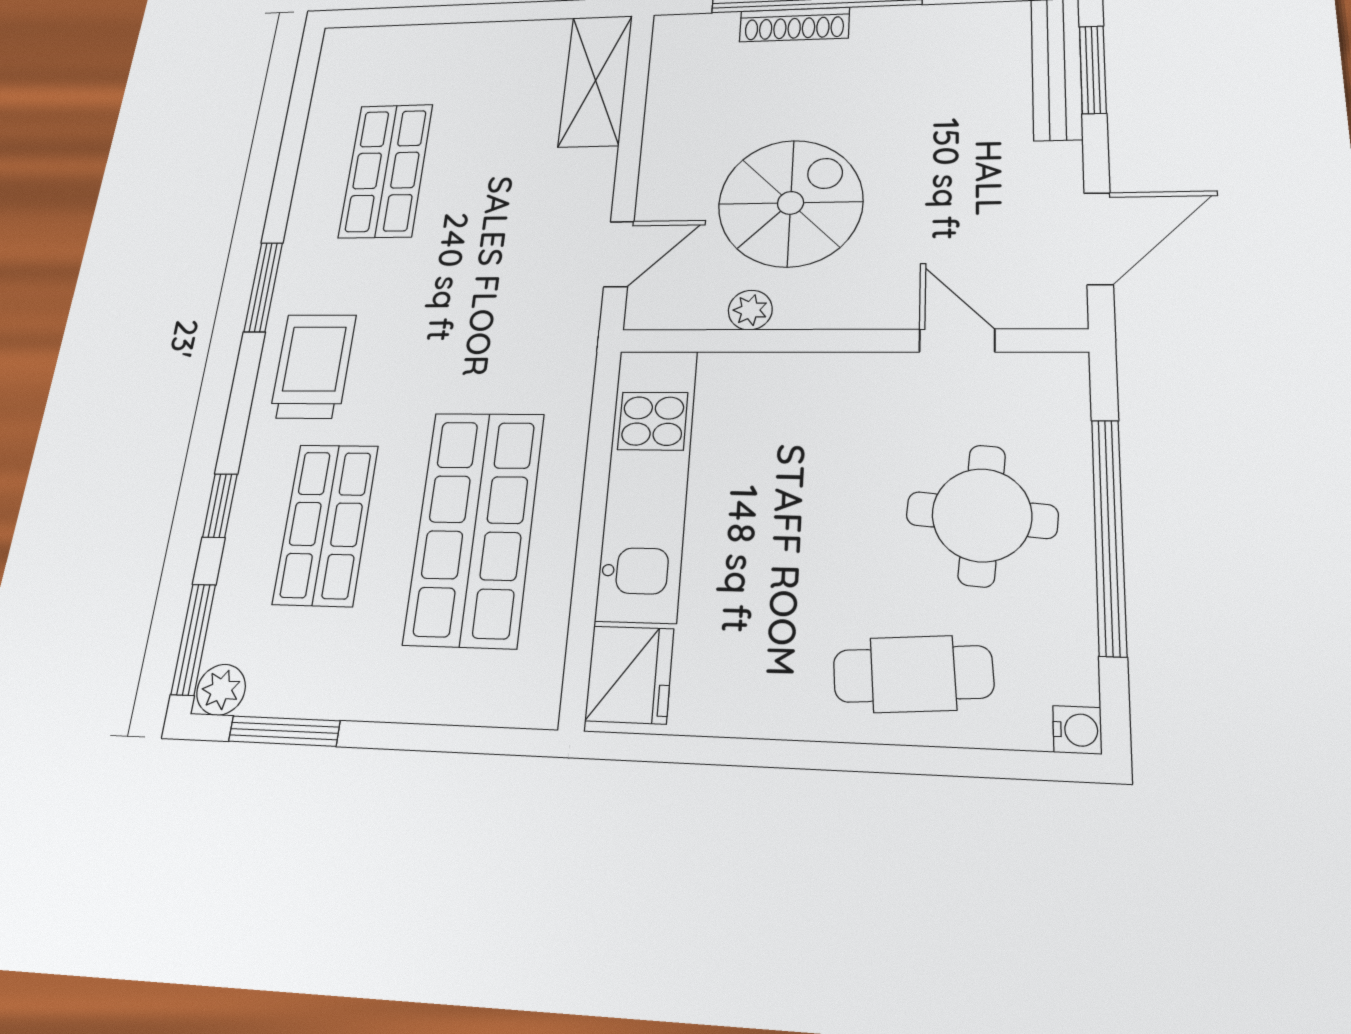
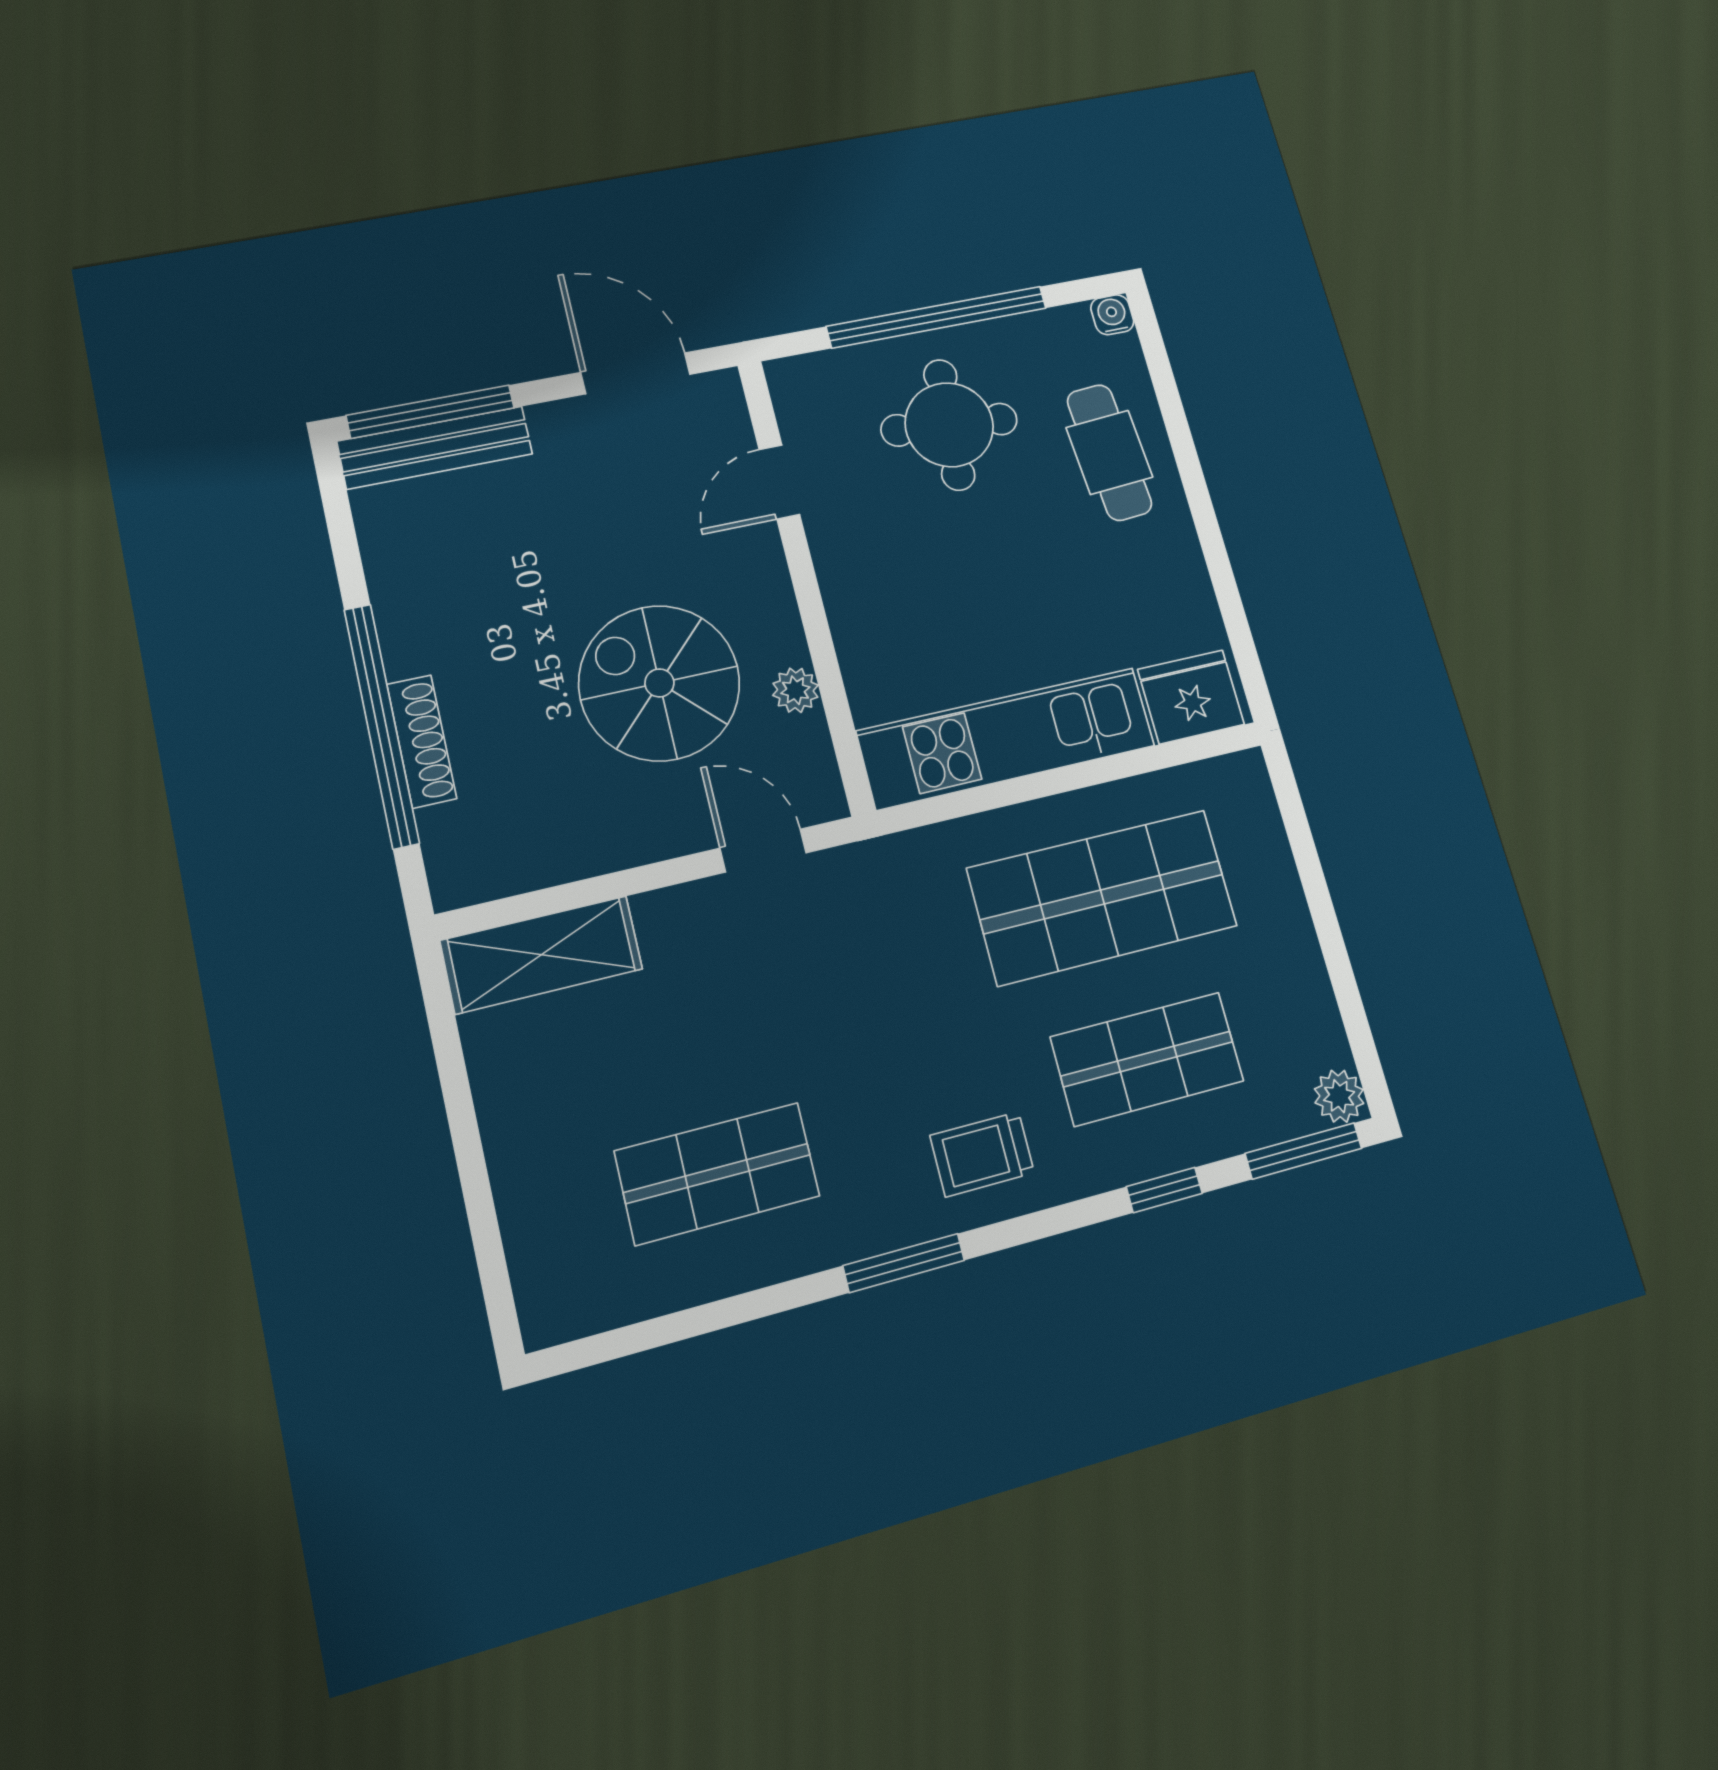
window: (1093, 70) -> (431, 412), width x1.44
trolley: (313, 366) -> (982, 1154), width x0.73, depth x0.72
window: (284, 731) -> (1352, 1011), removed

